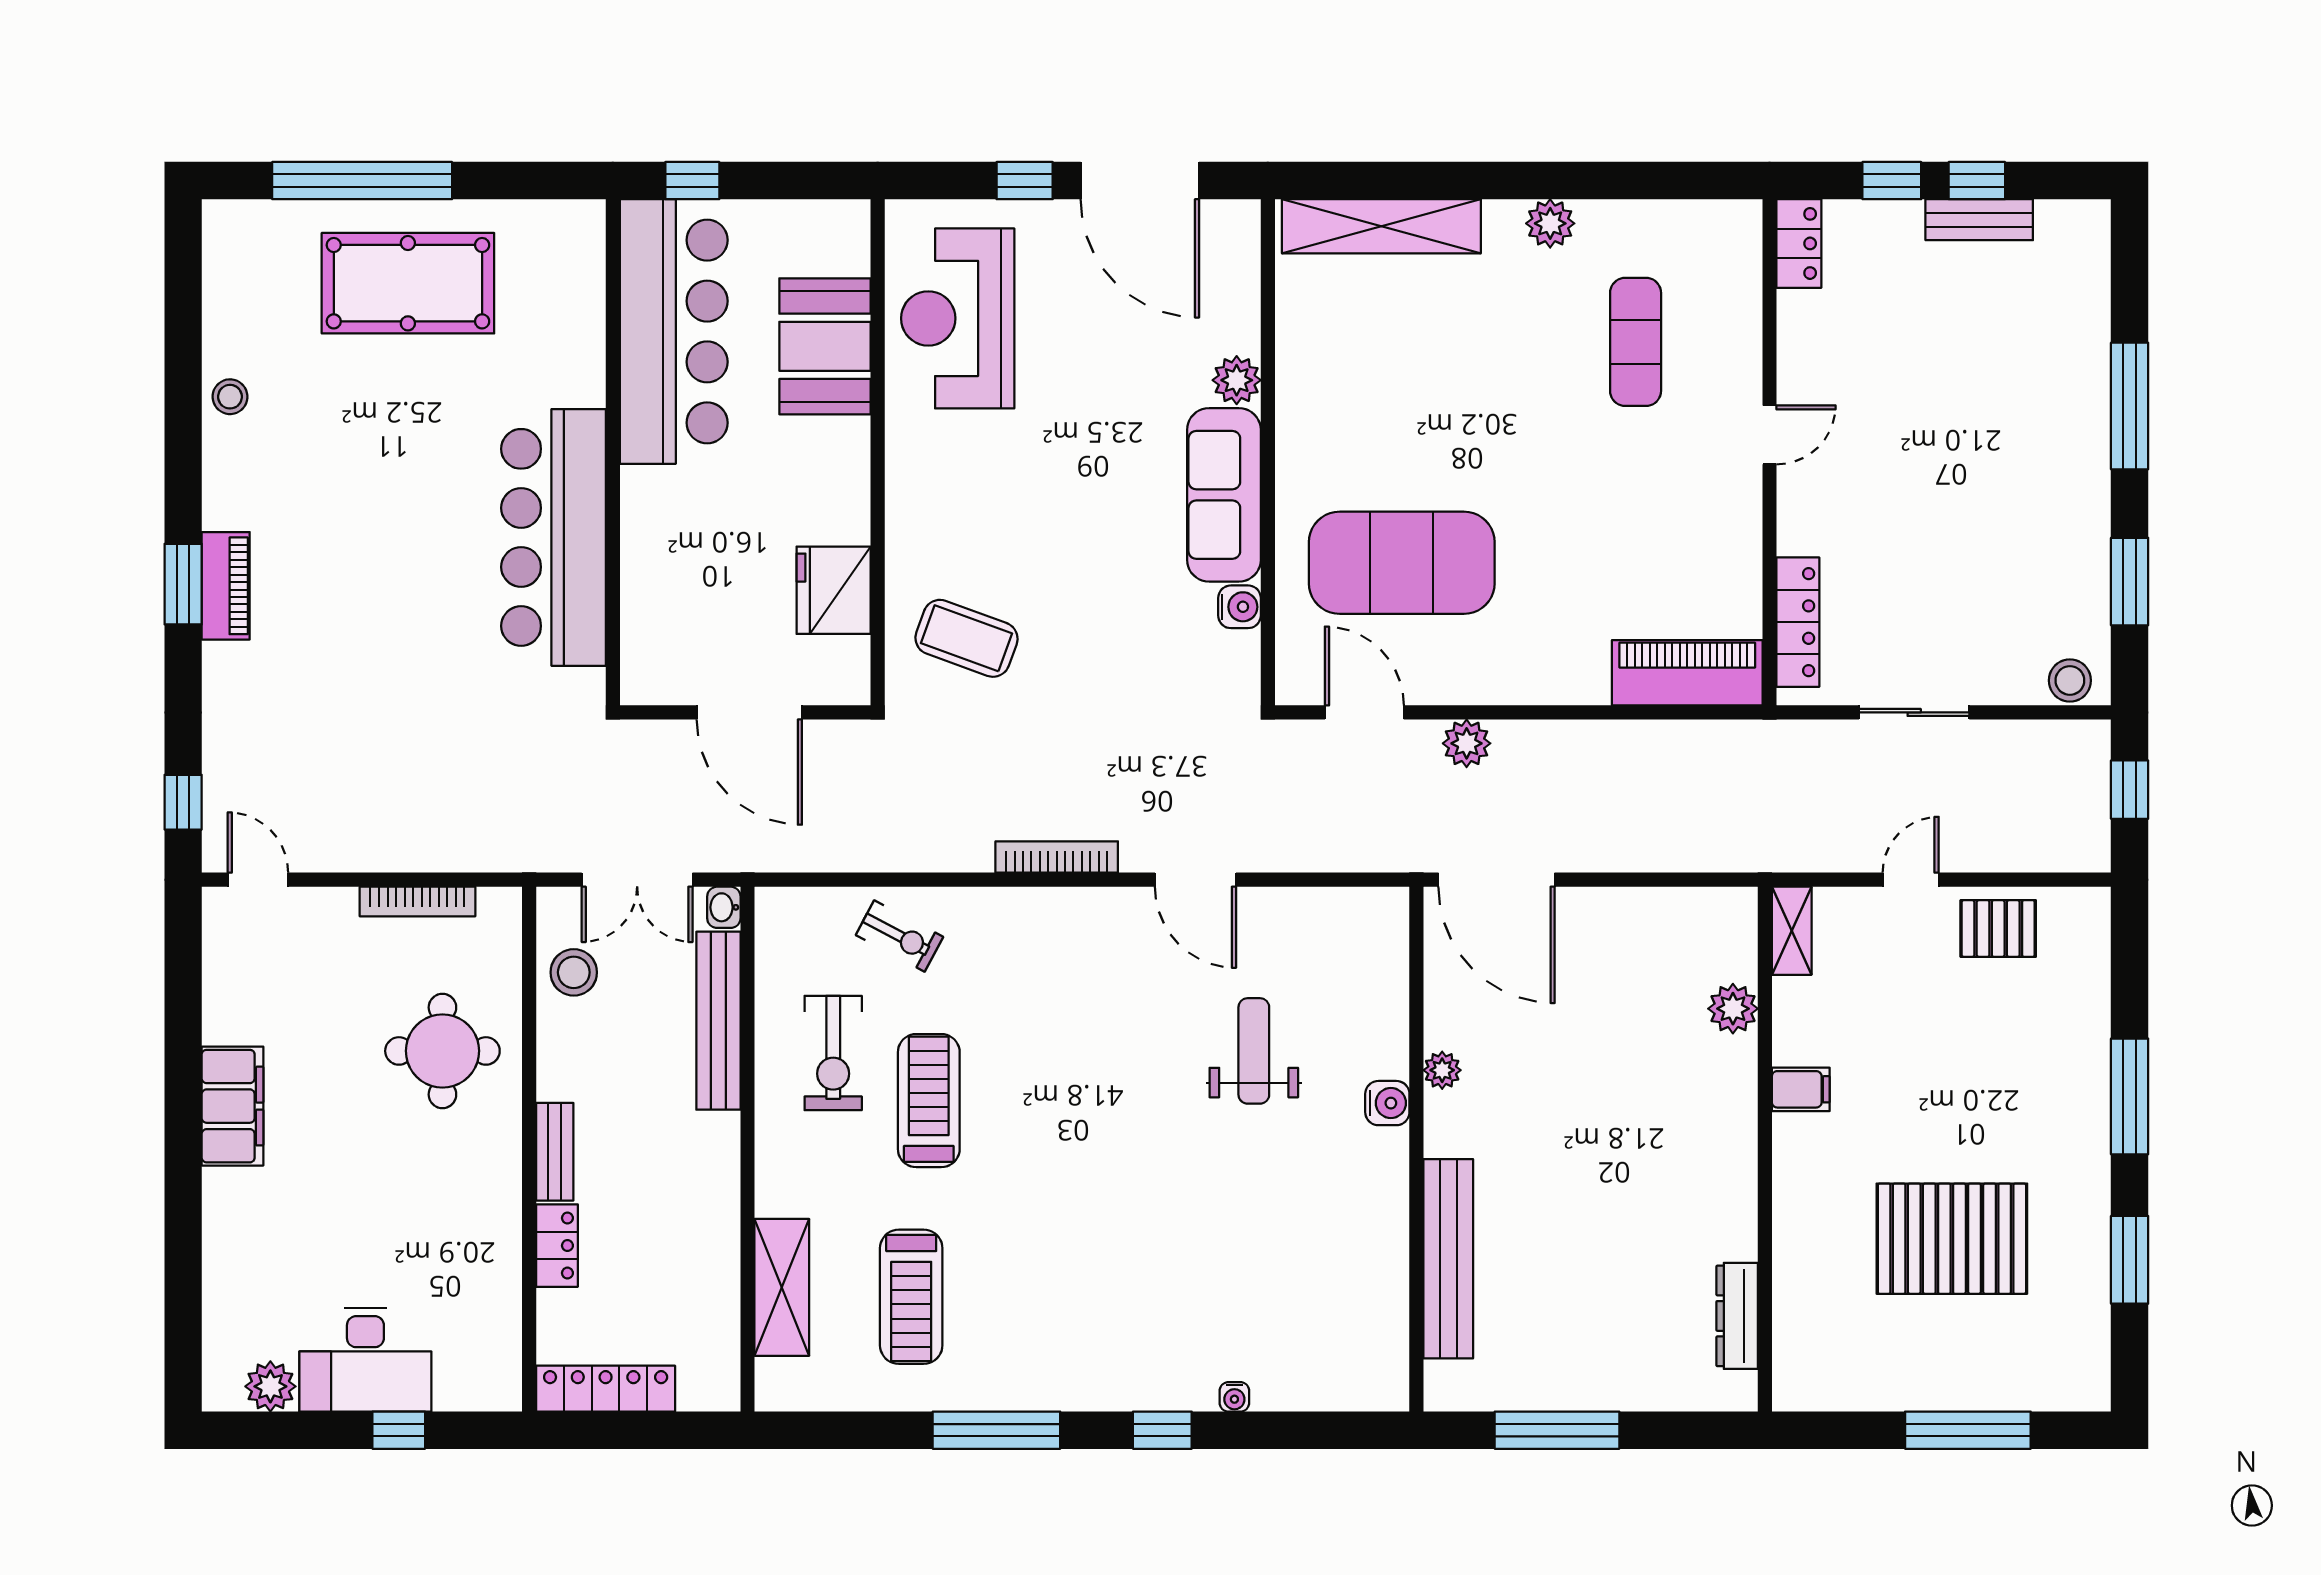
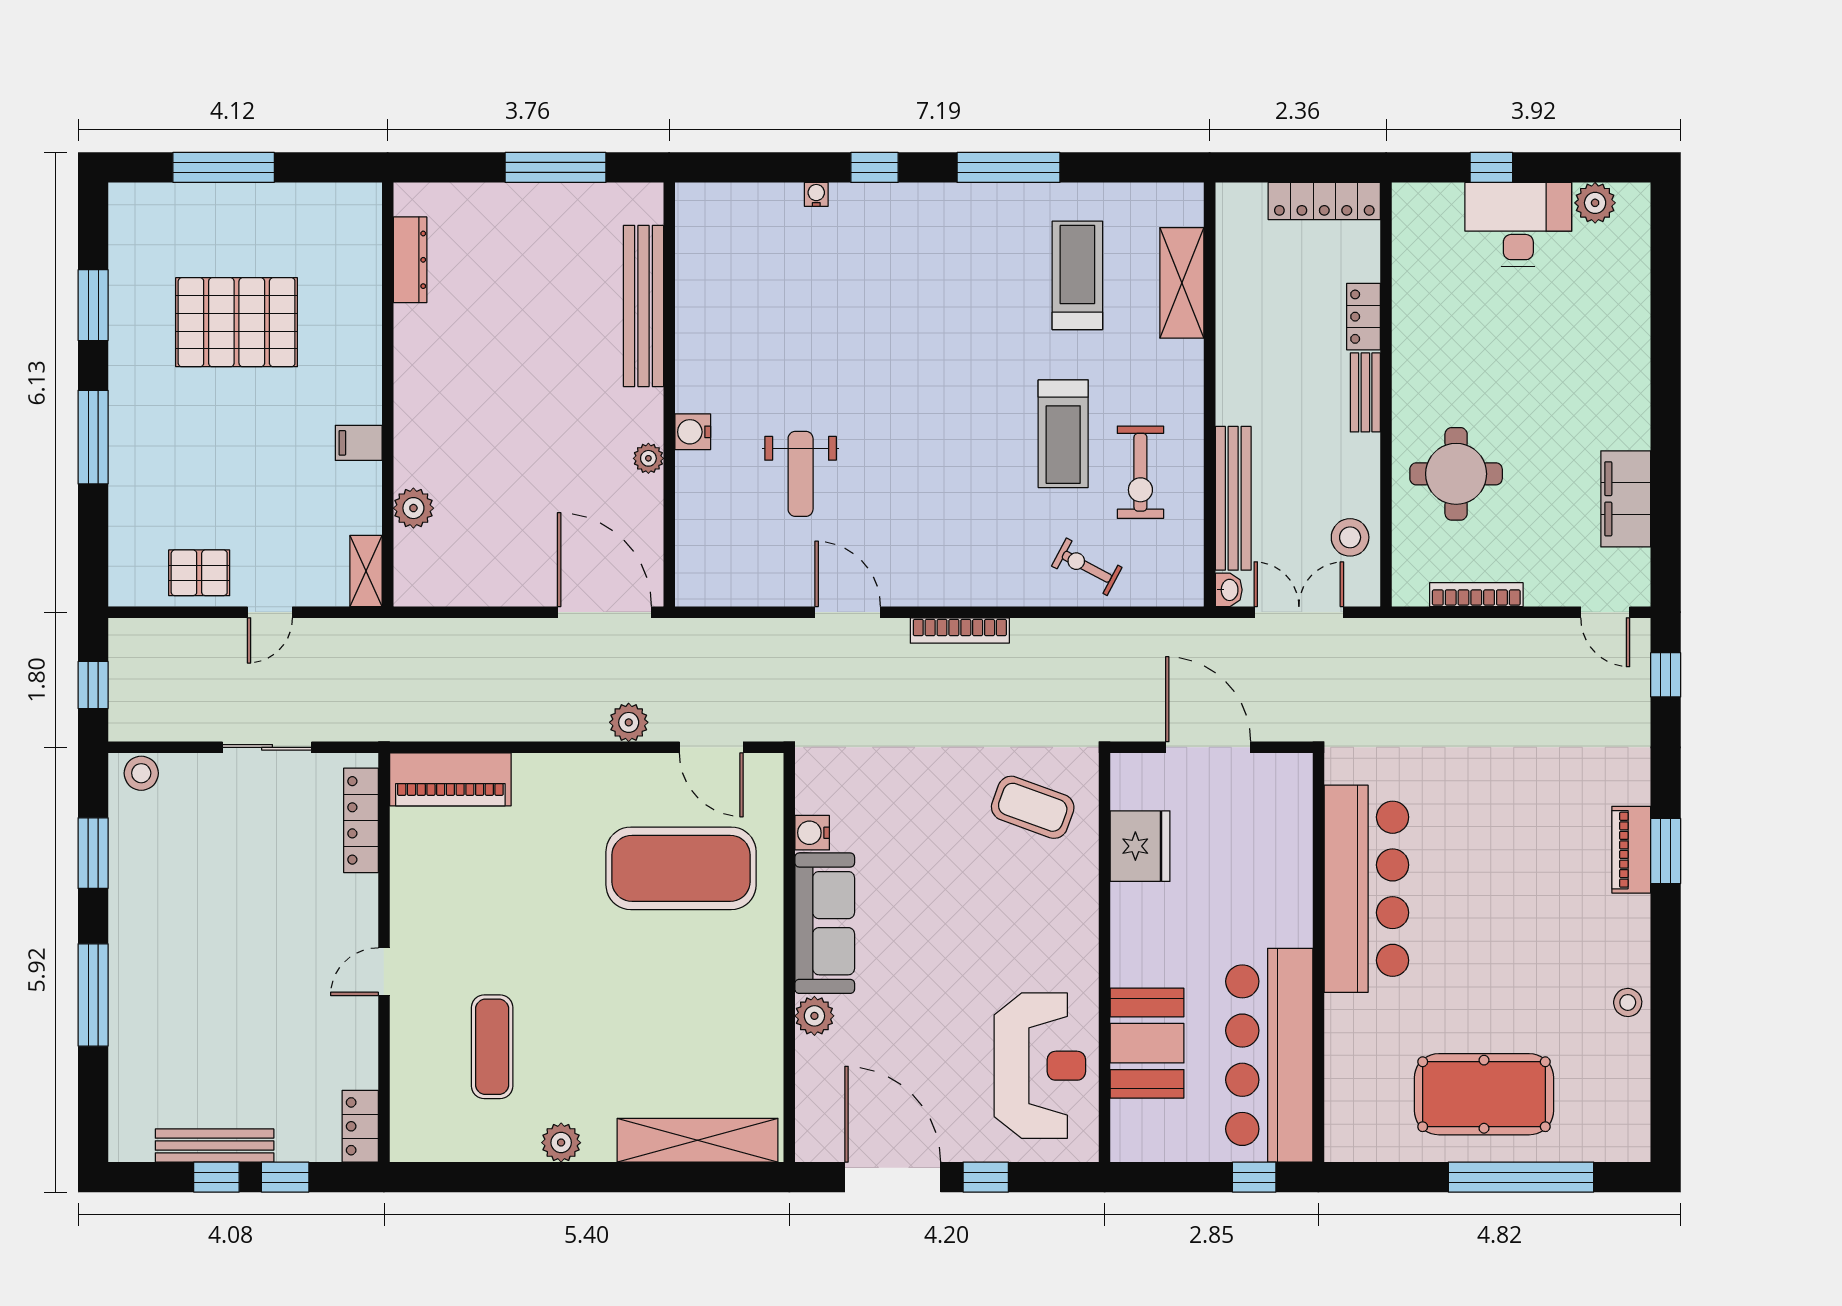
bench: (1979, 220) -> (215, 1146), width x1.36
exercise bike: (833, 1053) -> (1140, 472), turned 180
filing cabinet: (233, 1106) -> (1626, 499), moved

